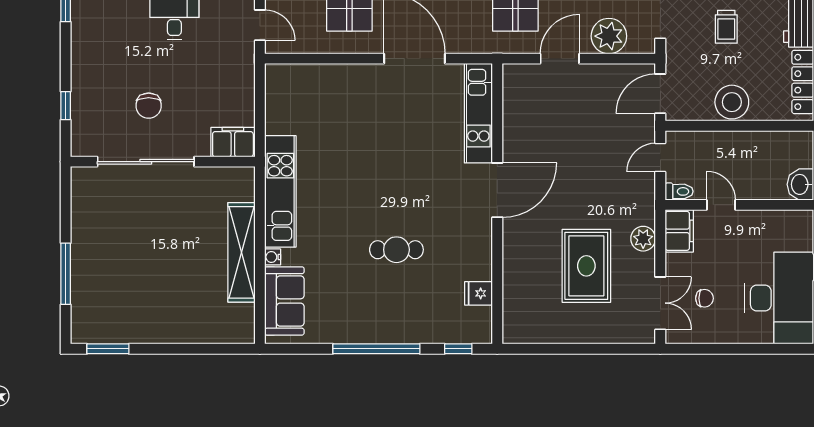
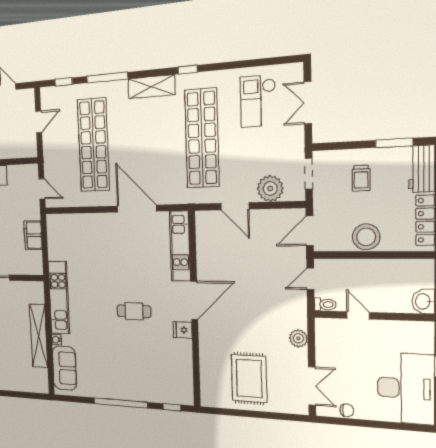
door: (560, 59) -> (235, 206), swing flipped
filing cabinet: (233, 142) -> (33, 235), moved, turned -90
filing cabinet: (679, 231) -> (326, 334), removed
cafe table: (396, 250) -> (134, 311), moved
rug: (586, 266) -> (249, 378), moved
fridge: (478, 293) -> (183, 330), moved
chair: (704, 298) -> (347, 410), moved

